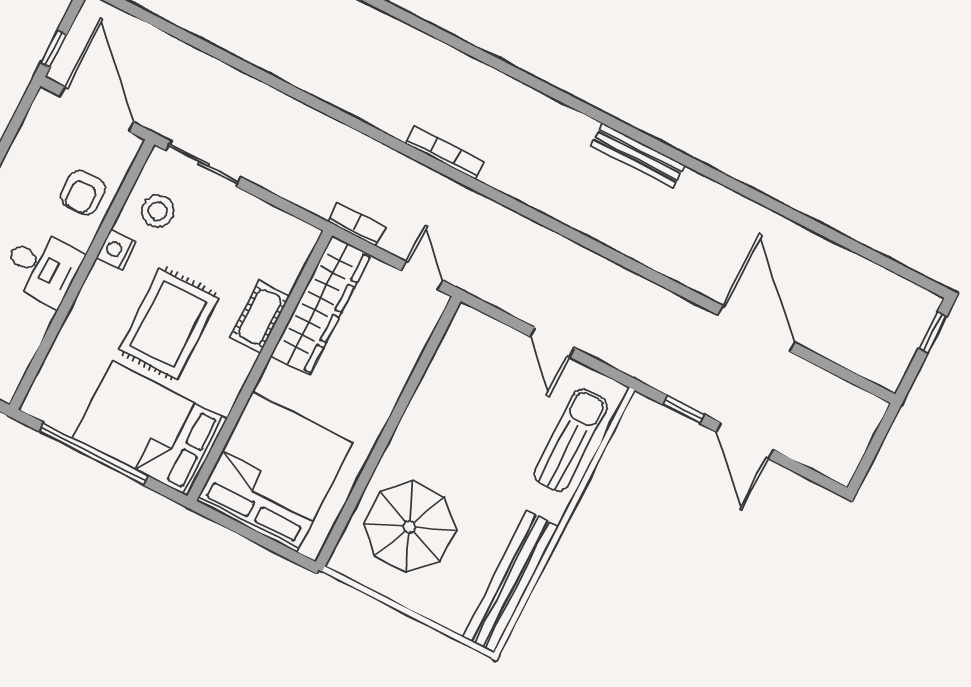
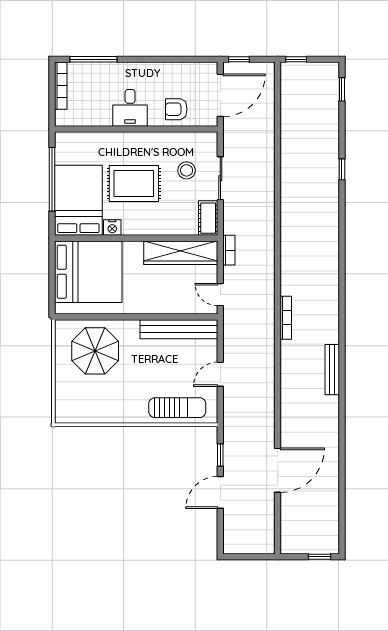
bookcase: (445, 153) -> (286, 318), moved
sliding door: (203, 164) -> (220, 178), moved
stool: (158, 211) -> (187, 170), moved
nightstand: (116, 250) -> (112, 228), moved, turned 180
door: (422, 276) -> (220, 295), swing flipped
cot: (260, 317) -> (208, 218), moved, turned 90
bench: (511, 582) -> (179, 329), moved

